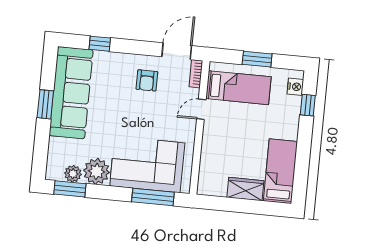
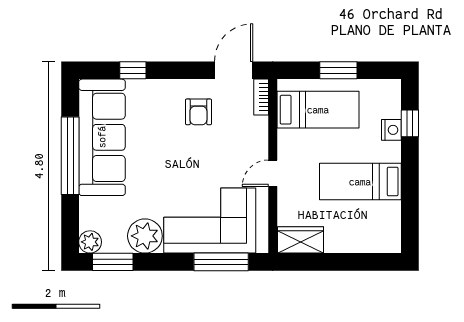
nightstand: (295, 87) -> (391, 130), moved
window: (45, 104) -> (70, 156), width x2.11
door: (201, 109) -> (273, 173), moved
bed: (280, 171) -> (360, 182), moved, turned -90
plant: (73, 174) -> (90, 242), moved
wardrobe: (245, 189) -> (300, 240), moved

